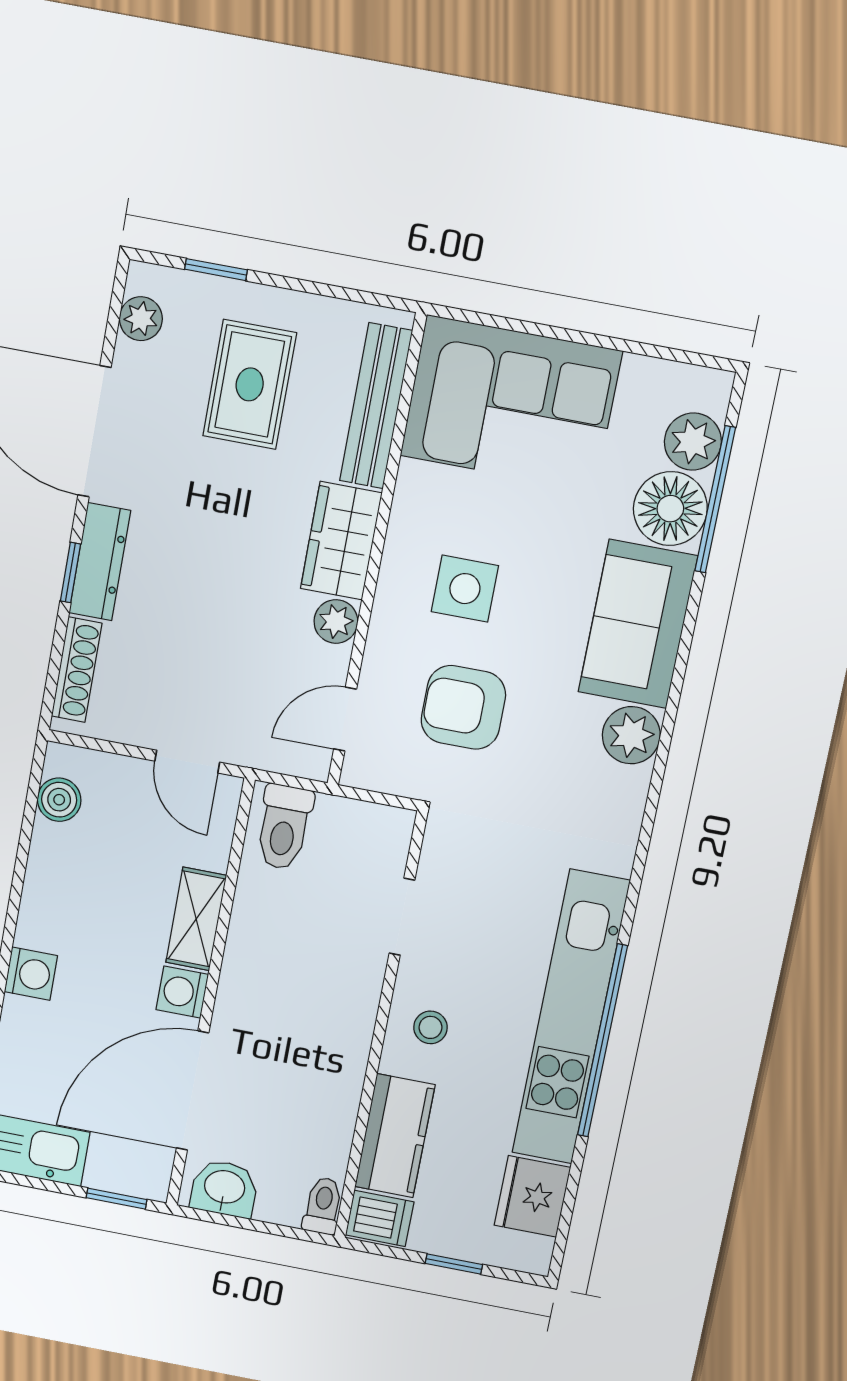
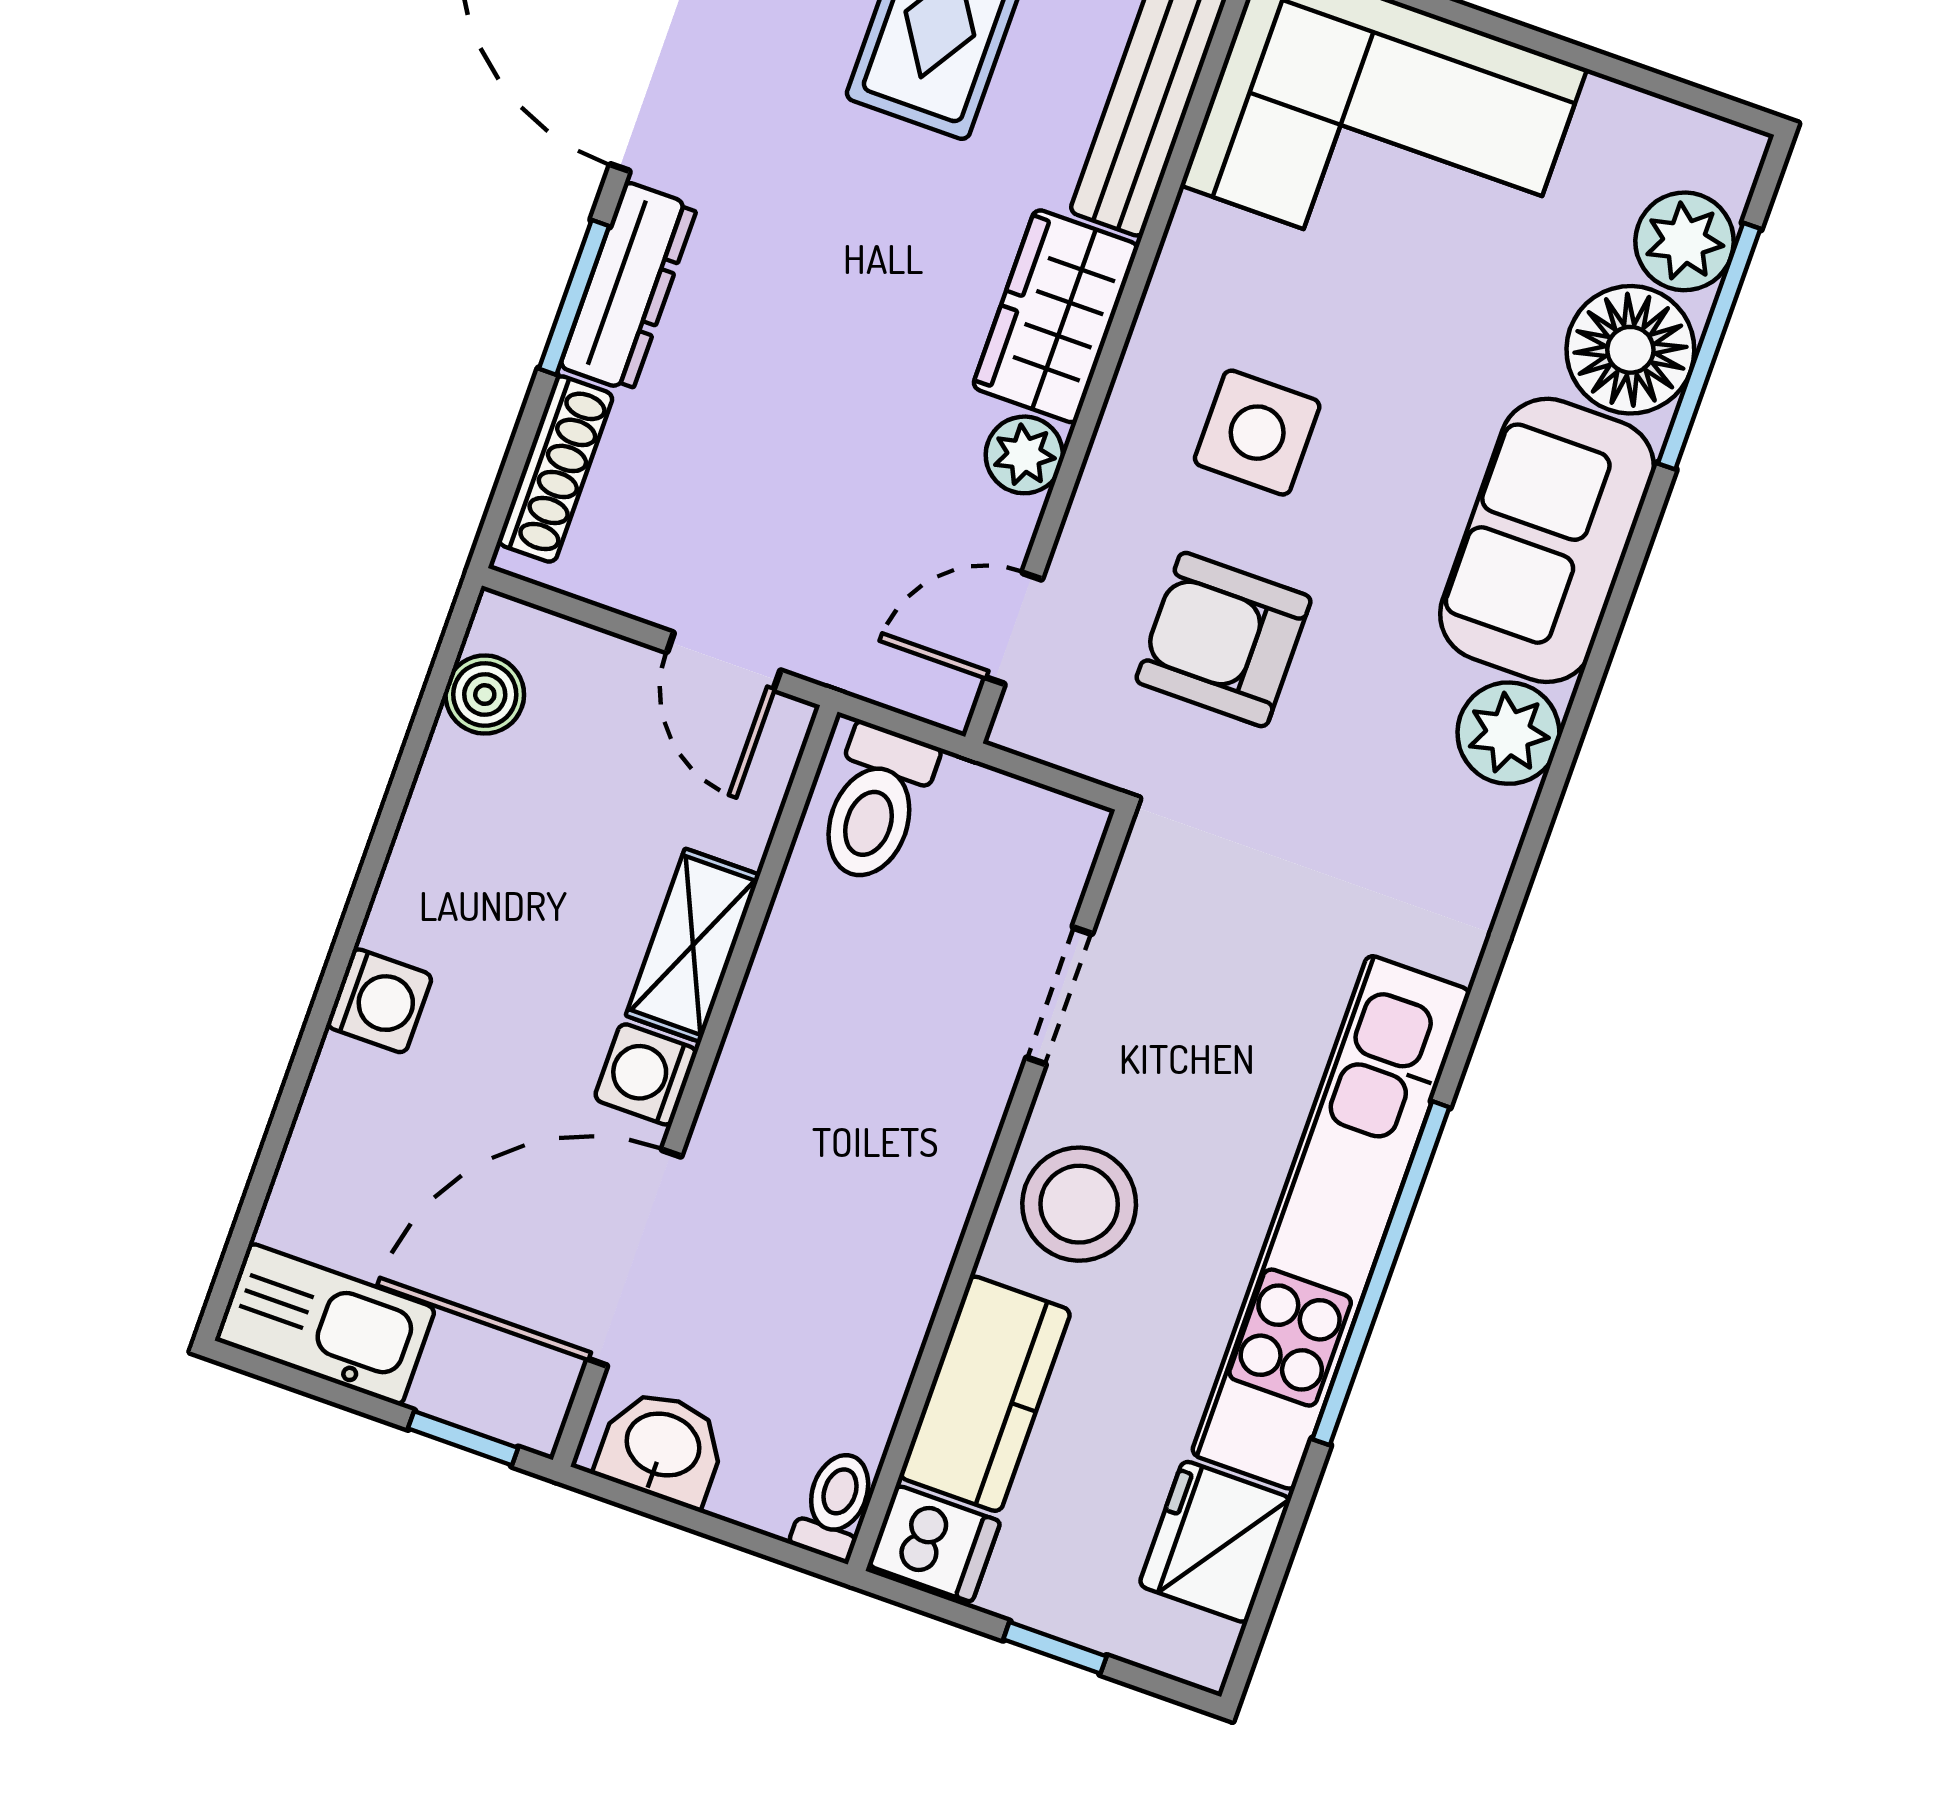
window: (70, 572) -> (574, 297), width x1.50
stool: (430, 1027) -> (1079, 1204), width x1.89, depth x1.89

